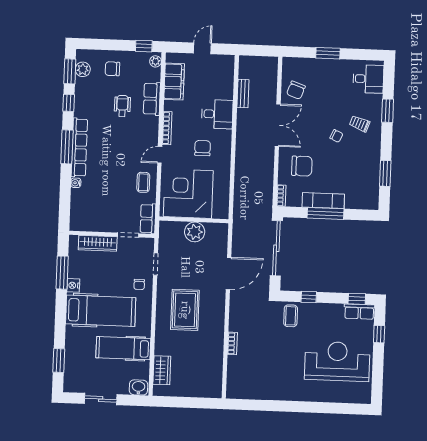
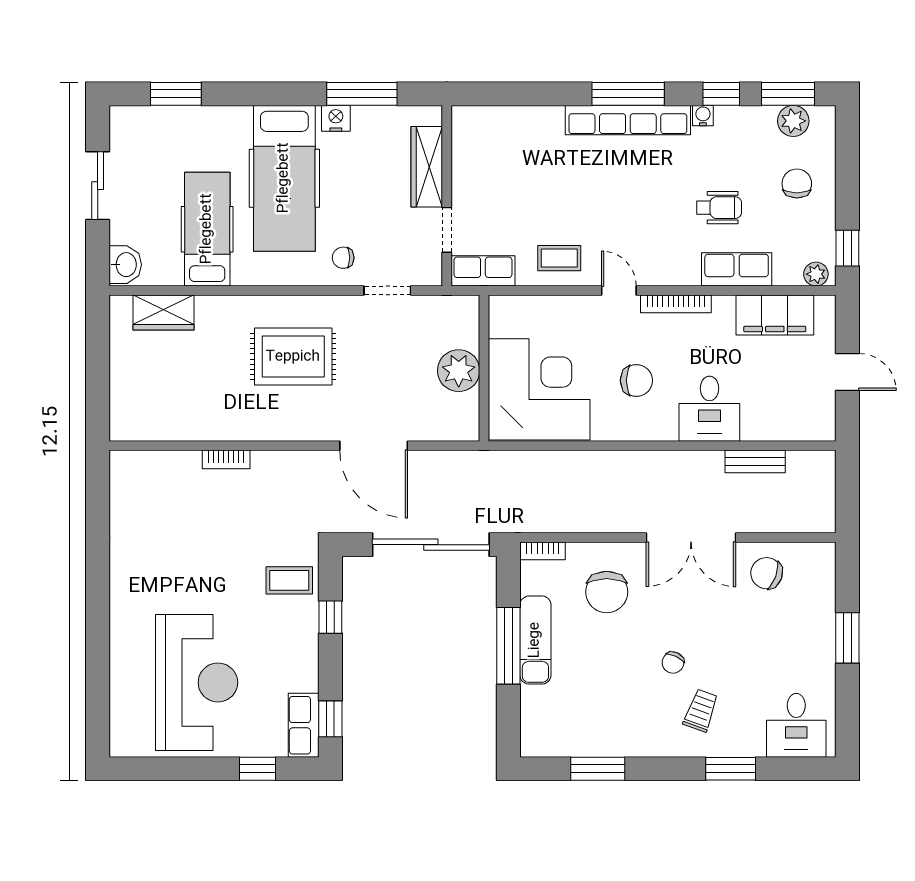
water cooler: (76, 183) -> (703, 116), moved
corner desk: (188, 194) -> (539, 389), moved

